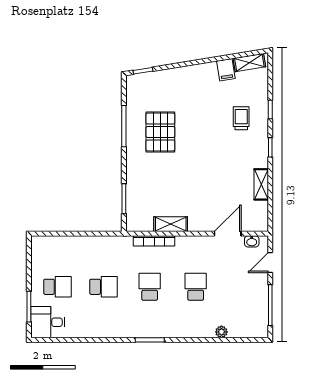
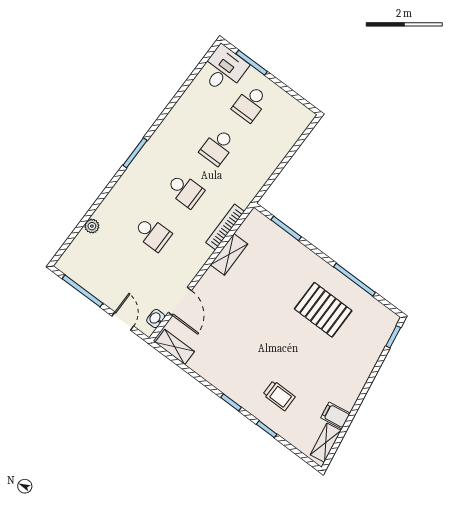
shelving: (261, 184) -> (175, 347), moved

